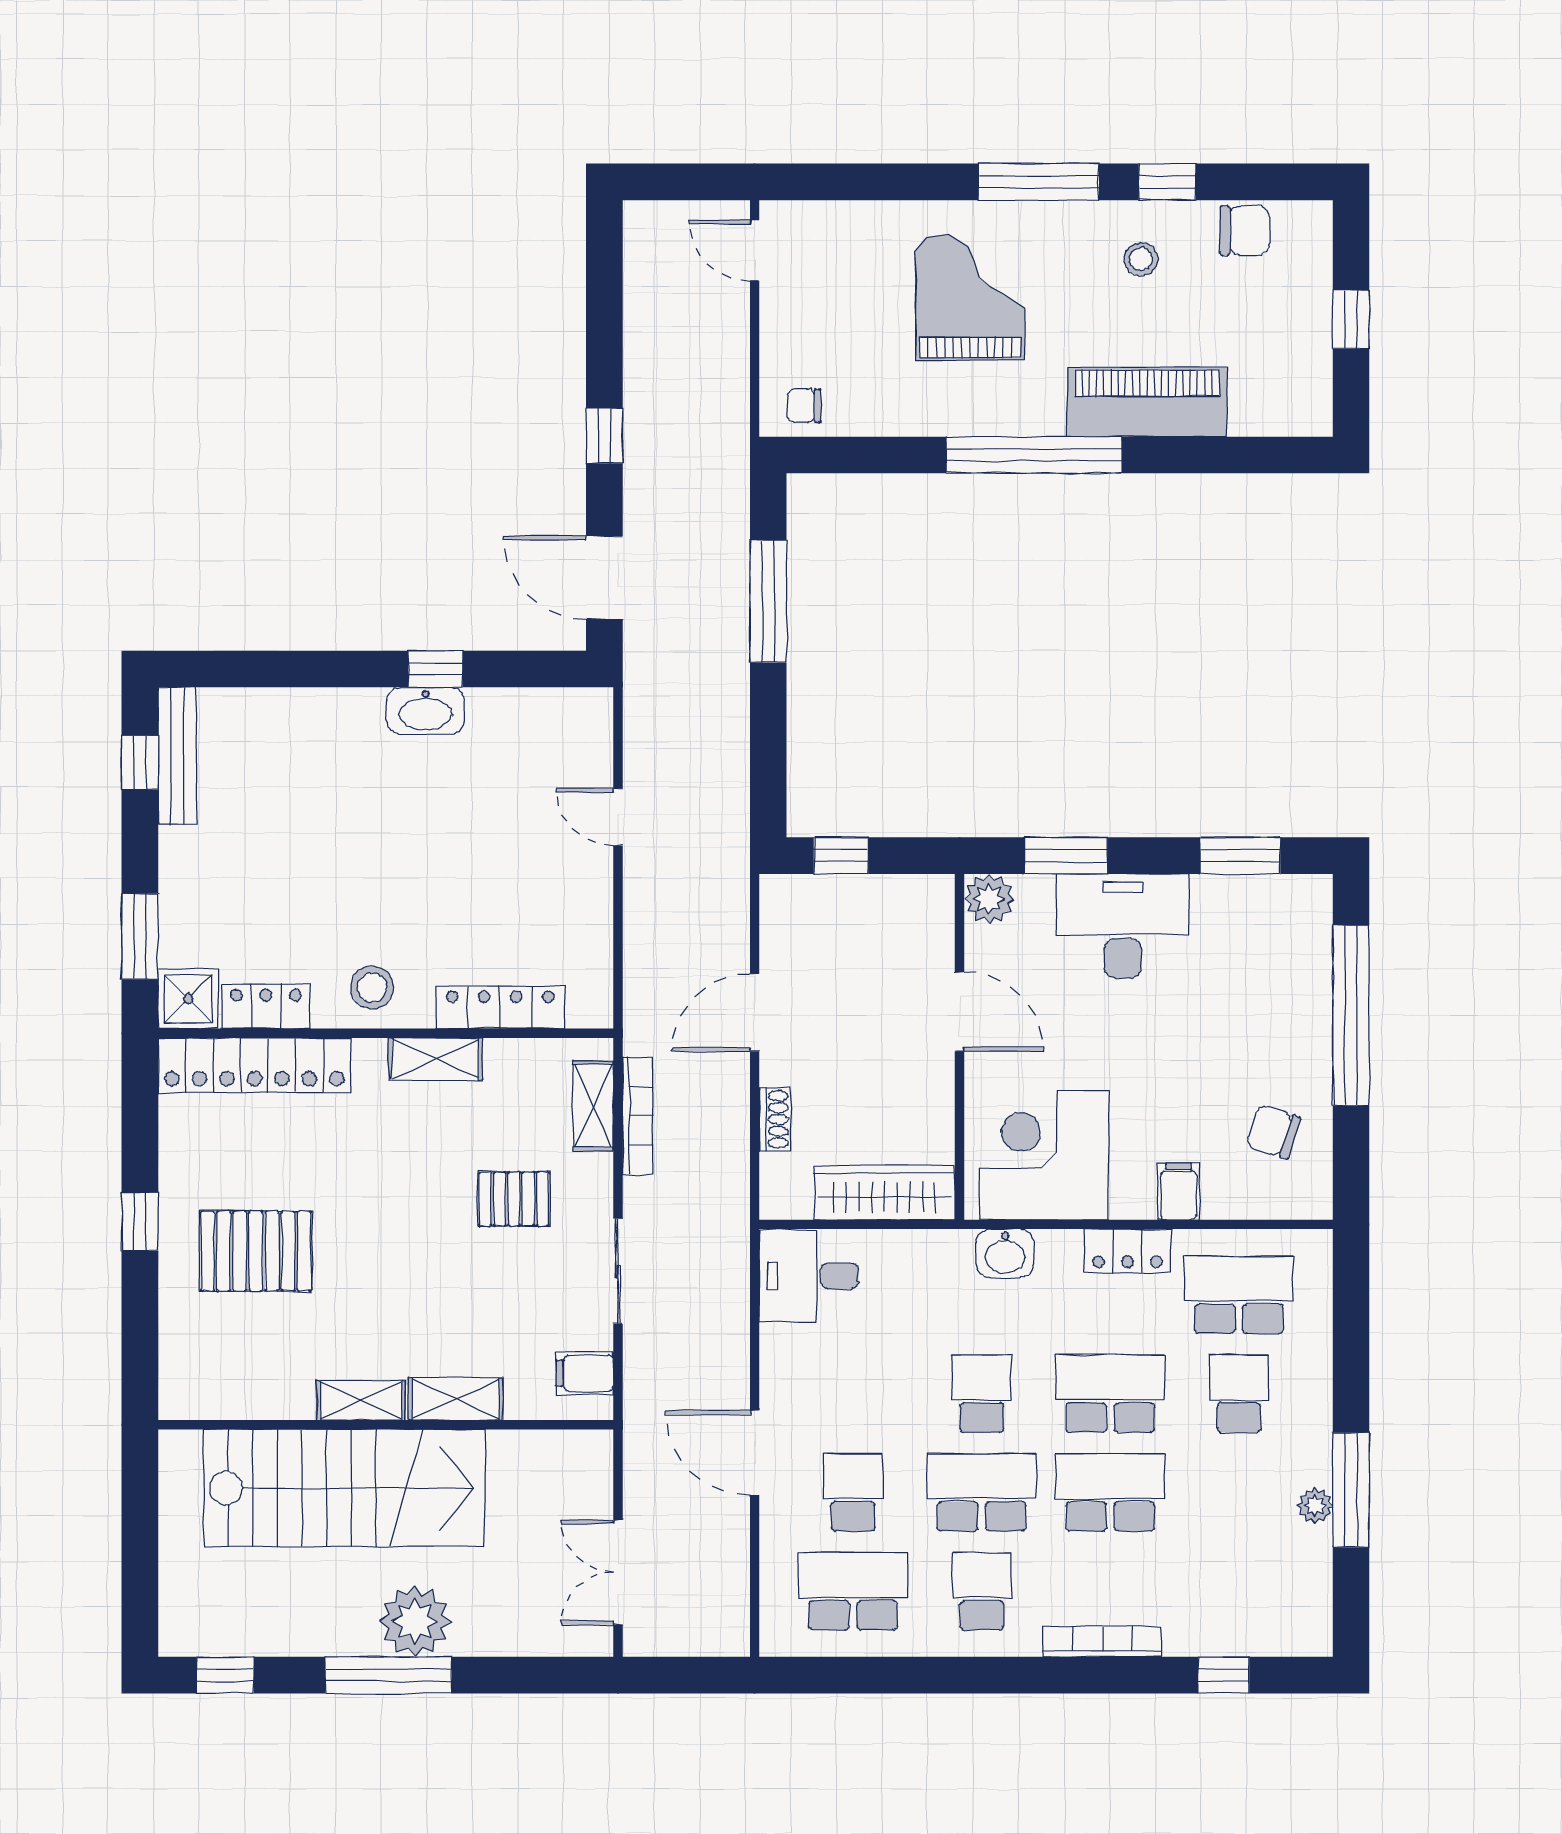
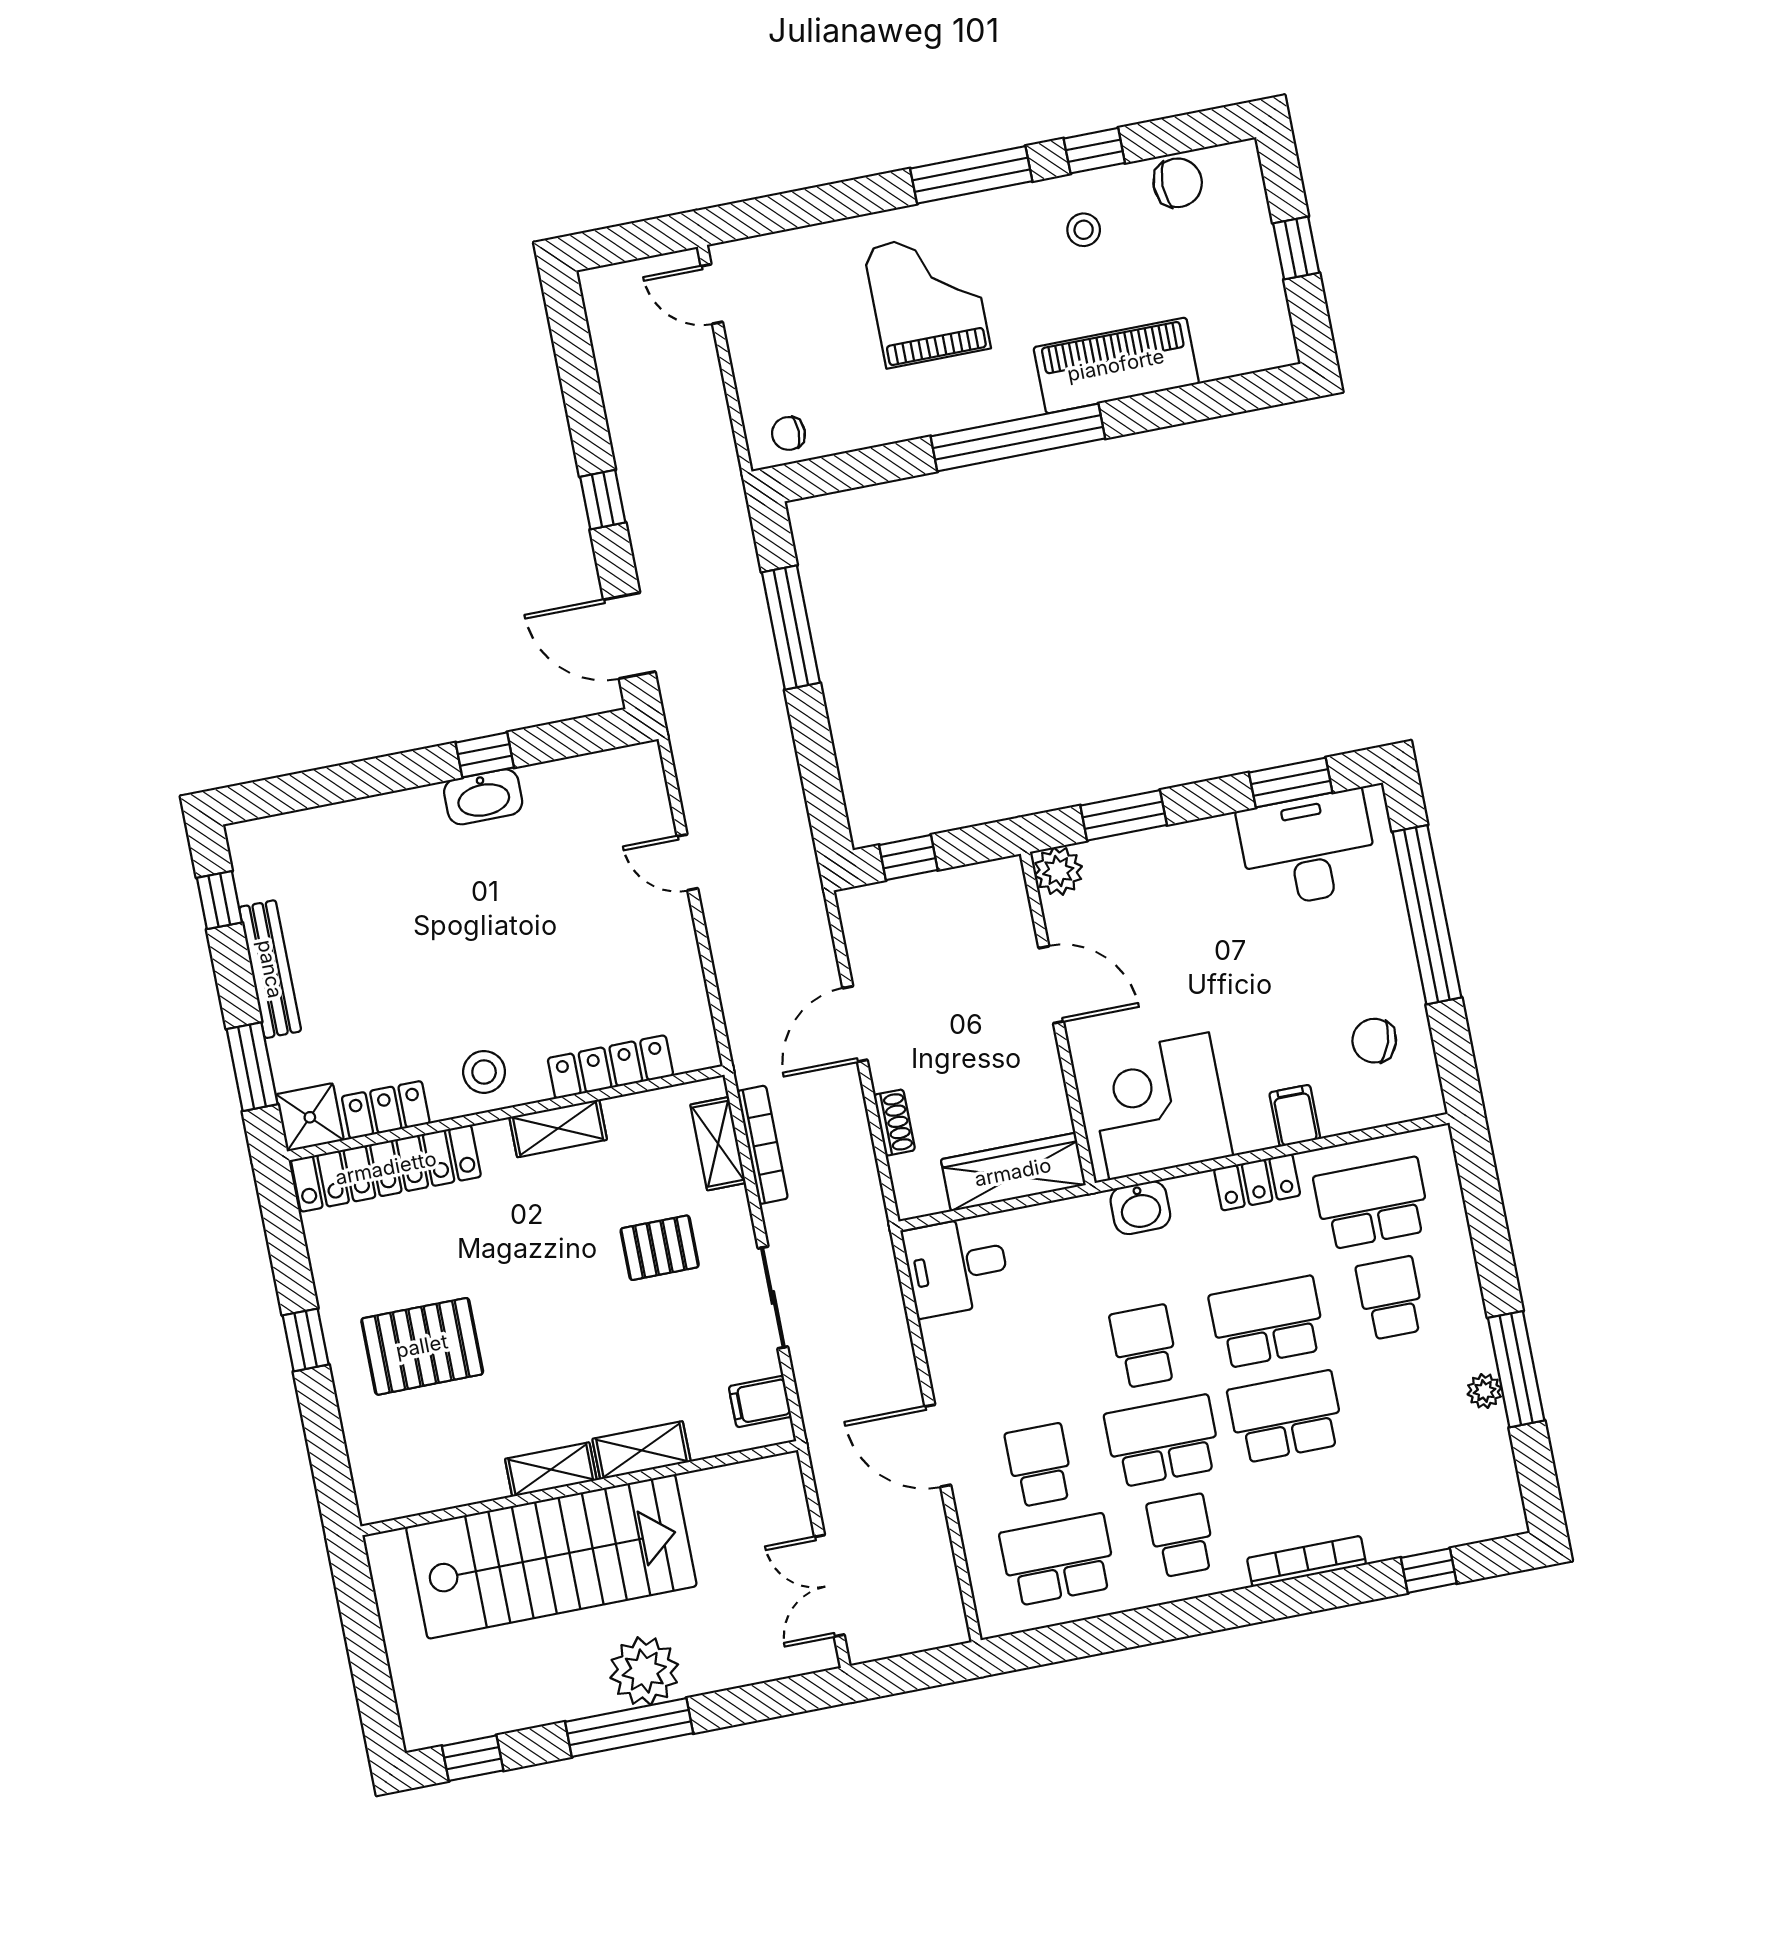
bench: (177, 756) -> (270, 969), moved
desk: (1123, 926) -> (1308, 849), moved

